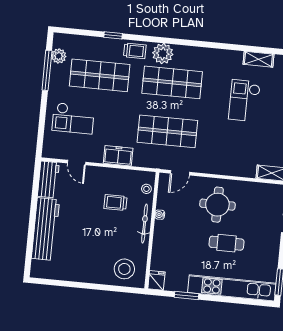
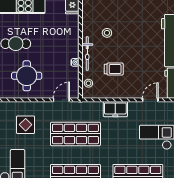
display table: (224, 148) -> (26, 125), added
door: (77, 163) -> (150, 100), hinge flipped
stool: (124, 269) -> (107, 33), moved, width x0.53, depth x0.53

